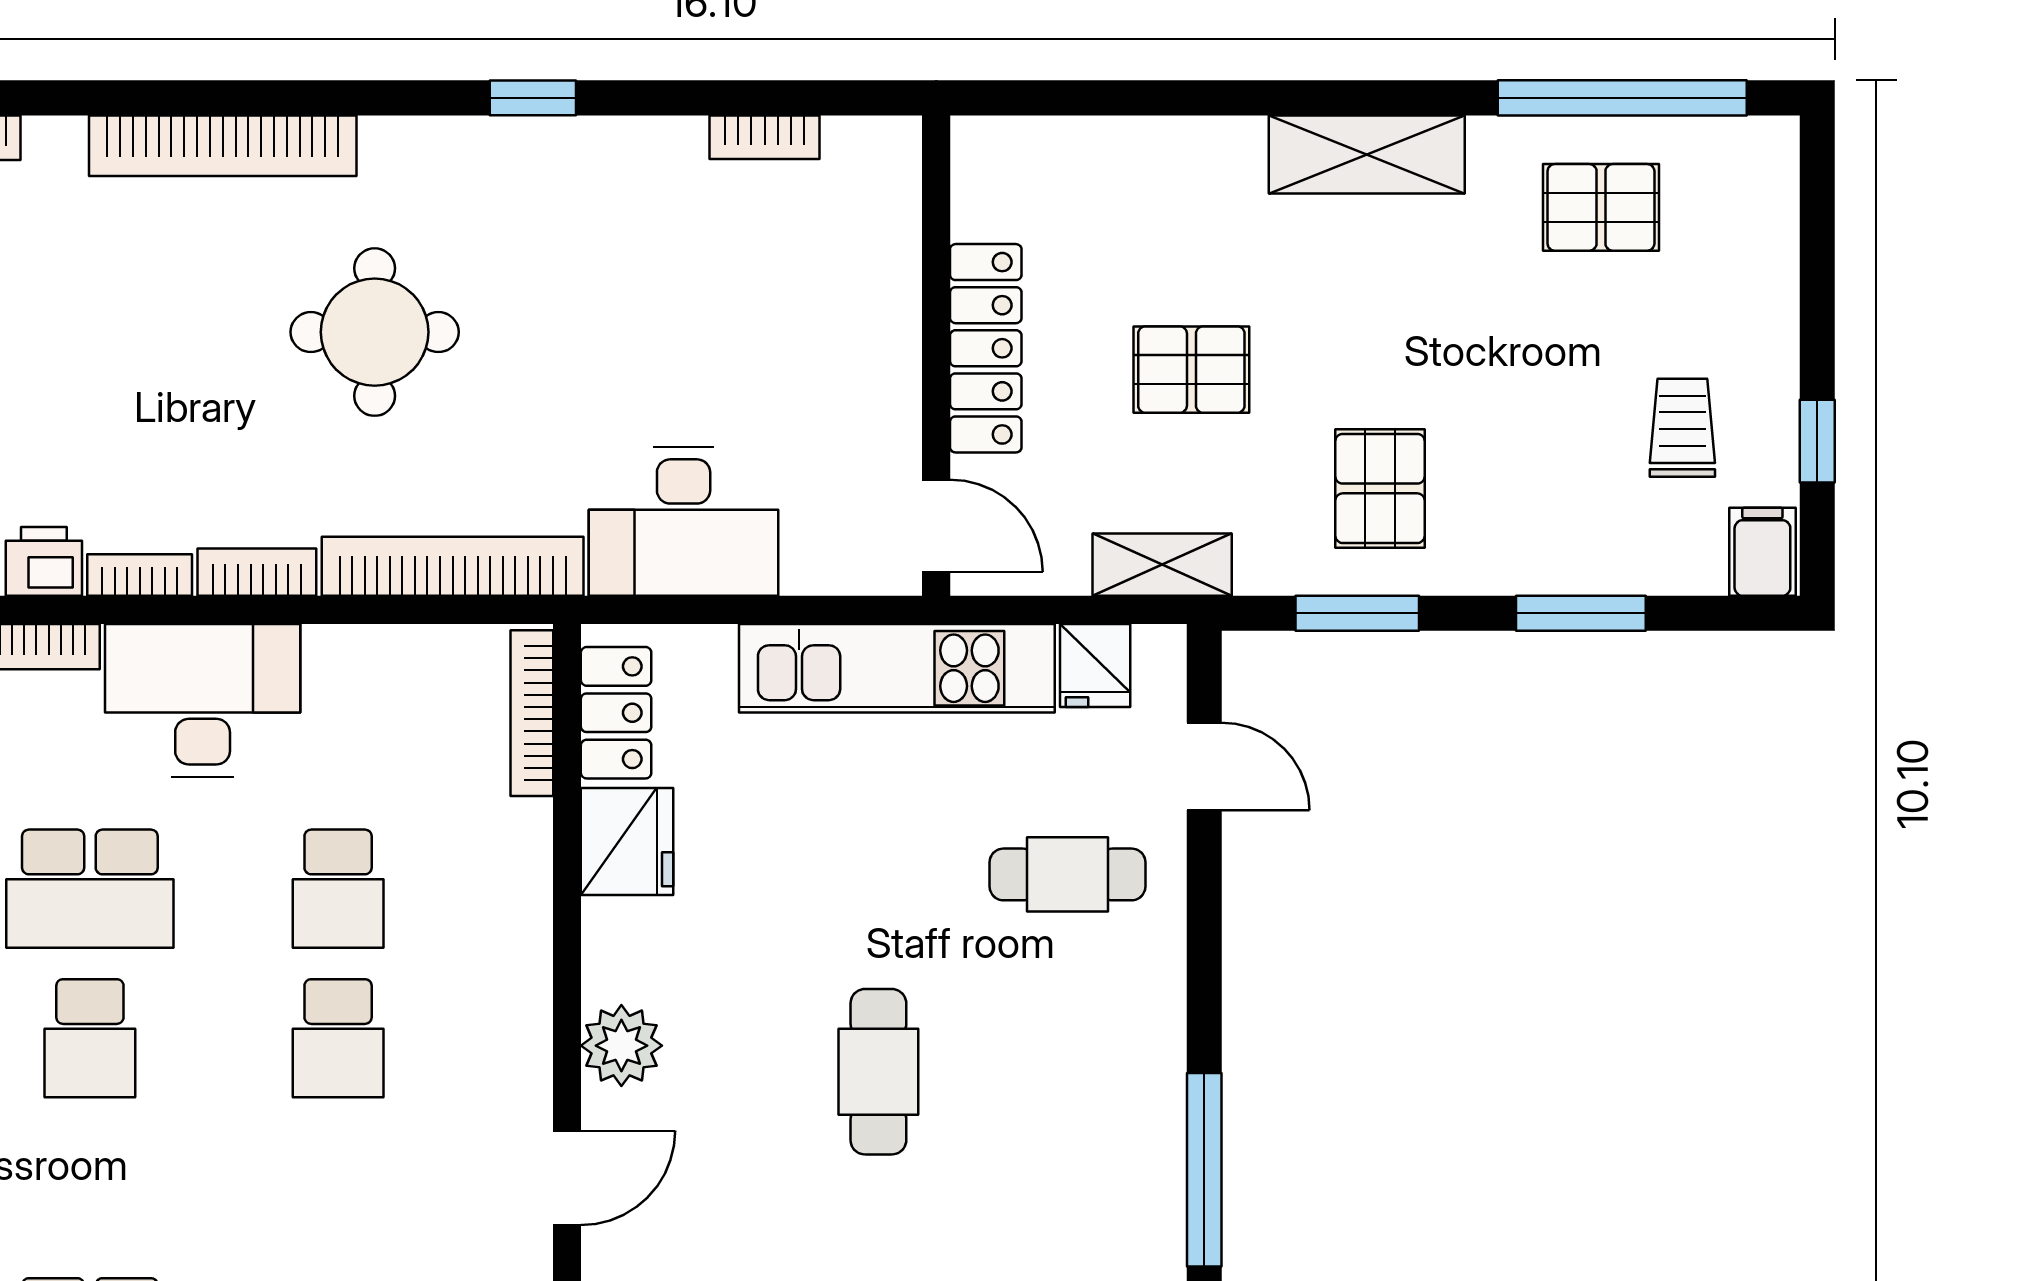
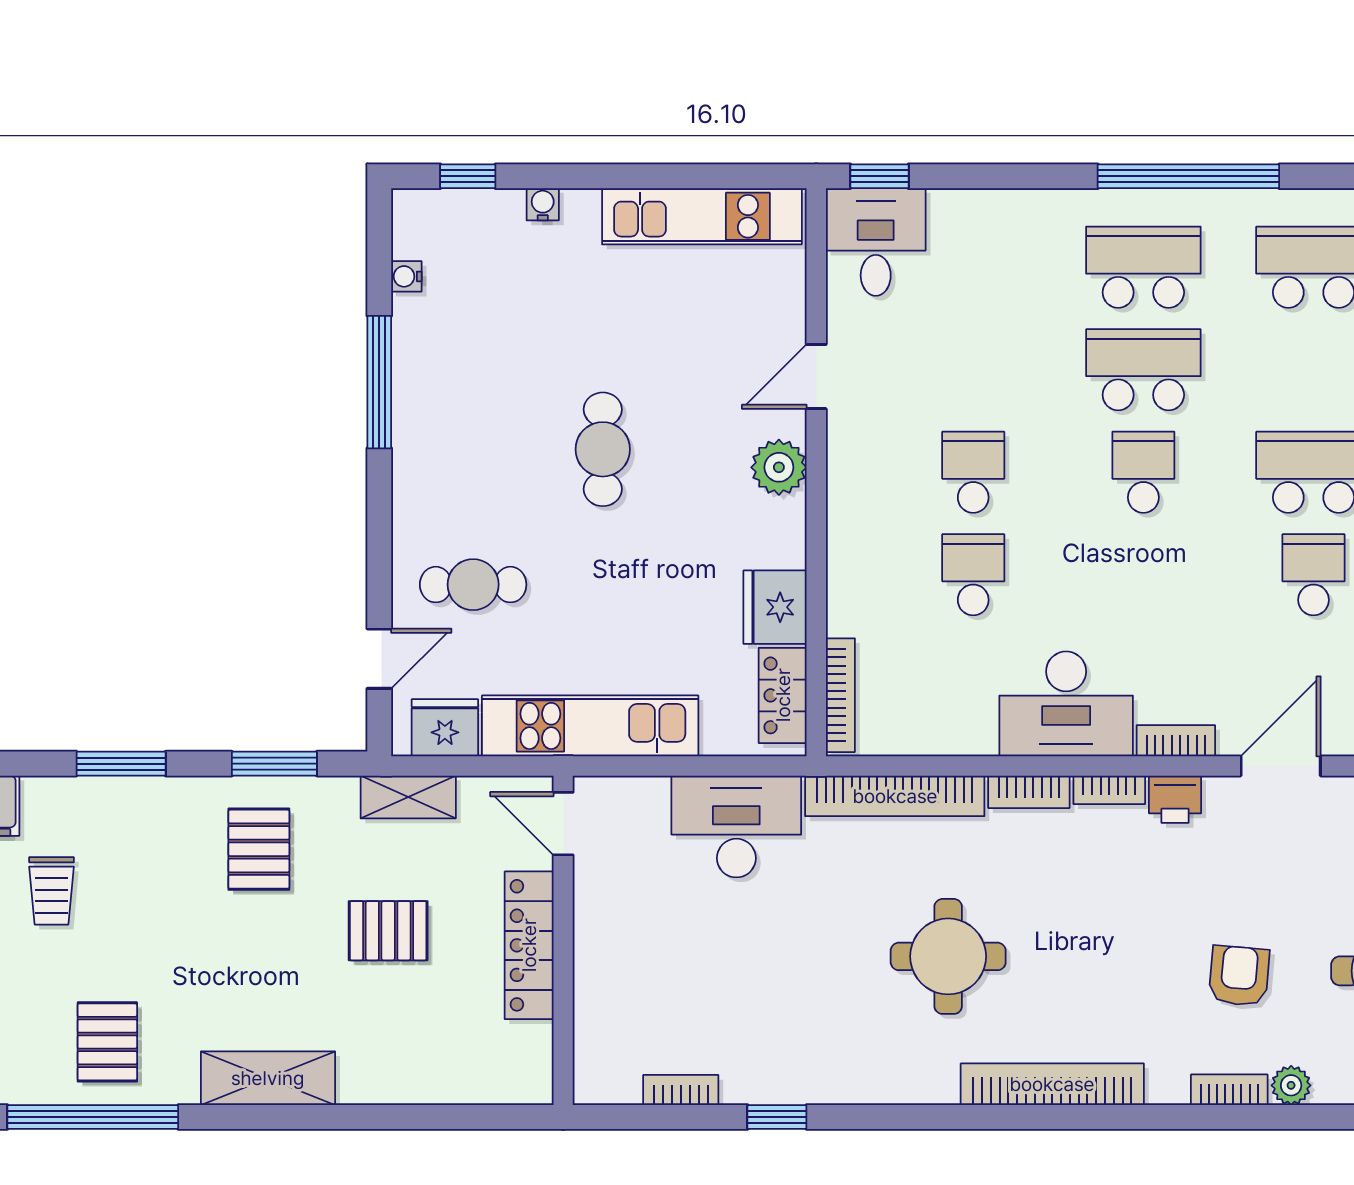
window: (533, 98) -> (777, 1117), moved
pallet: (1601, 207) -> (107, 1042), turned 90
fridge: (1095, 666) -> (445, 728), width x1.38
door: (1204, 766) -> (379, 659), swing flipped
school desk: (90, 889) -> (1143, 370), moved

